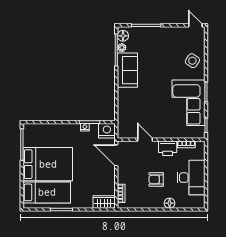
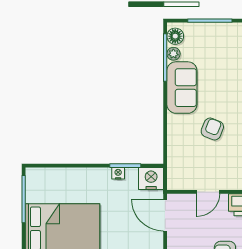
armchair: (148, 98) -> (212, 129), added
door: (145, 140) -> (208, 192), swing flipped

